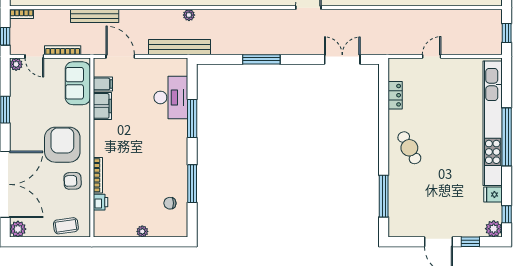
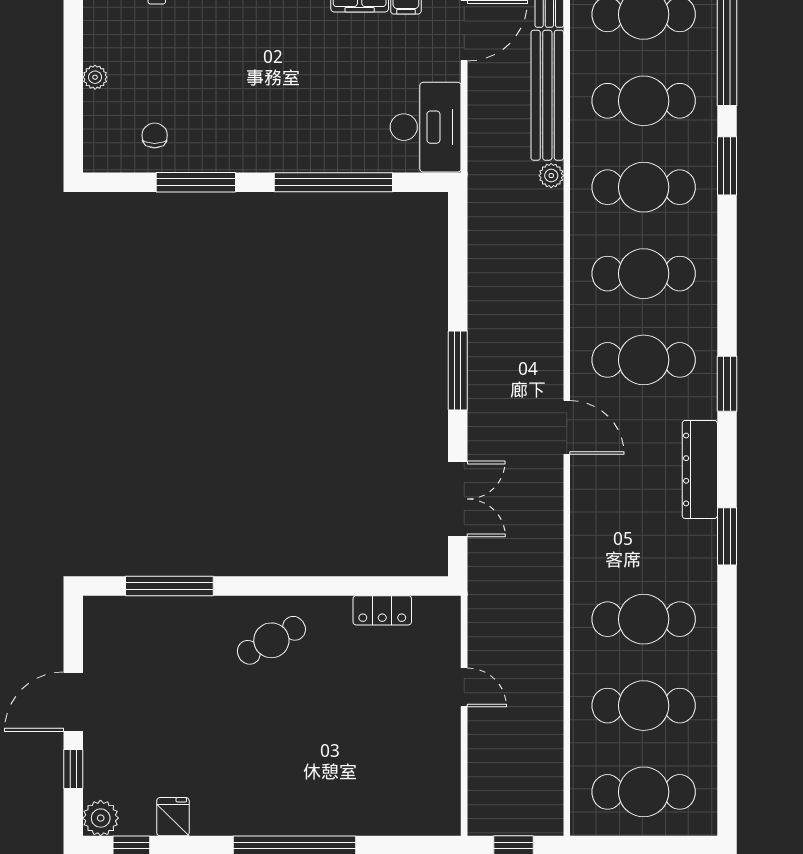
bench: (179, 47) -> (547, 95), moved
window: (261, 59) -> (458, 371), moved
desk: (171, 97) -> (426, 127), moved, turned -90
window: (192, 118) -> (333, 182), width x1.46
kitchen unit: (493, 123) -> (323, 816), removed

